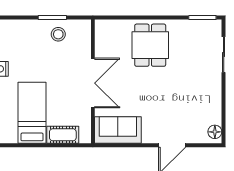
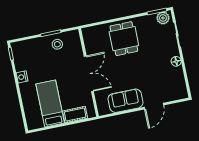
plant: (209, 28) -> (163, 18), added
sofa: (118, 130) -> (126, 101), moved
floor lamp: (215, 132) -> (176, 61), moved

